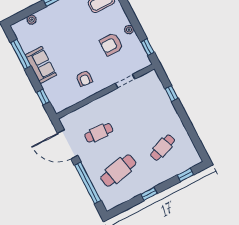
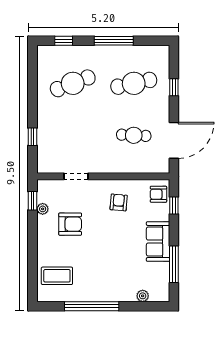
plant: (129, 30) -> (43, 209), moved
armchair: (59, 99) -> (158, 194), added
door: (68, 144) -> (174, 140), hinge flipped
cafe table: (163, 148) -> (73, 83), width x1.37, depth x1.35
window: (88, 183) -> (174, 87), width x0.32
window: (149, 194) -> (114, 41), width x2.17

